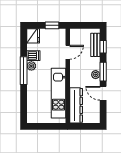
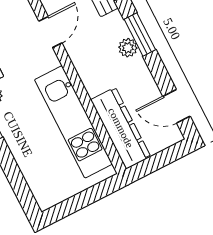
door: (103, 93) -> (177, 106), moved

